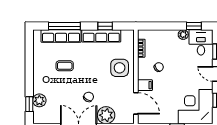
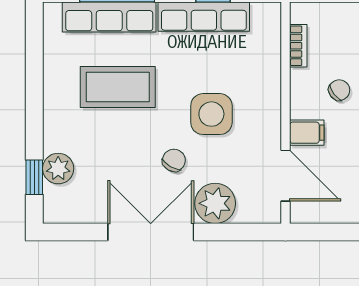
coffee table: (65, 66) -> (118, 87), width x1.86, depth x1.72
side table: (120, 68) -> (211, 114), moved

